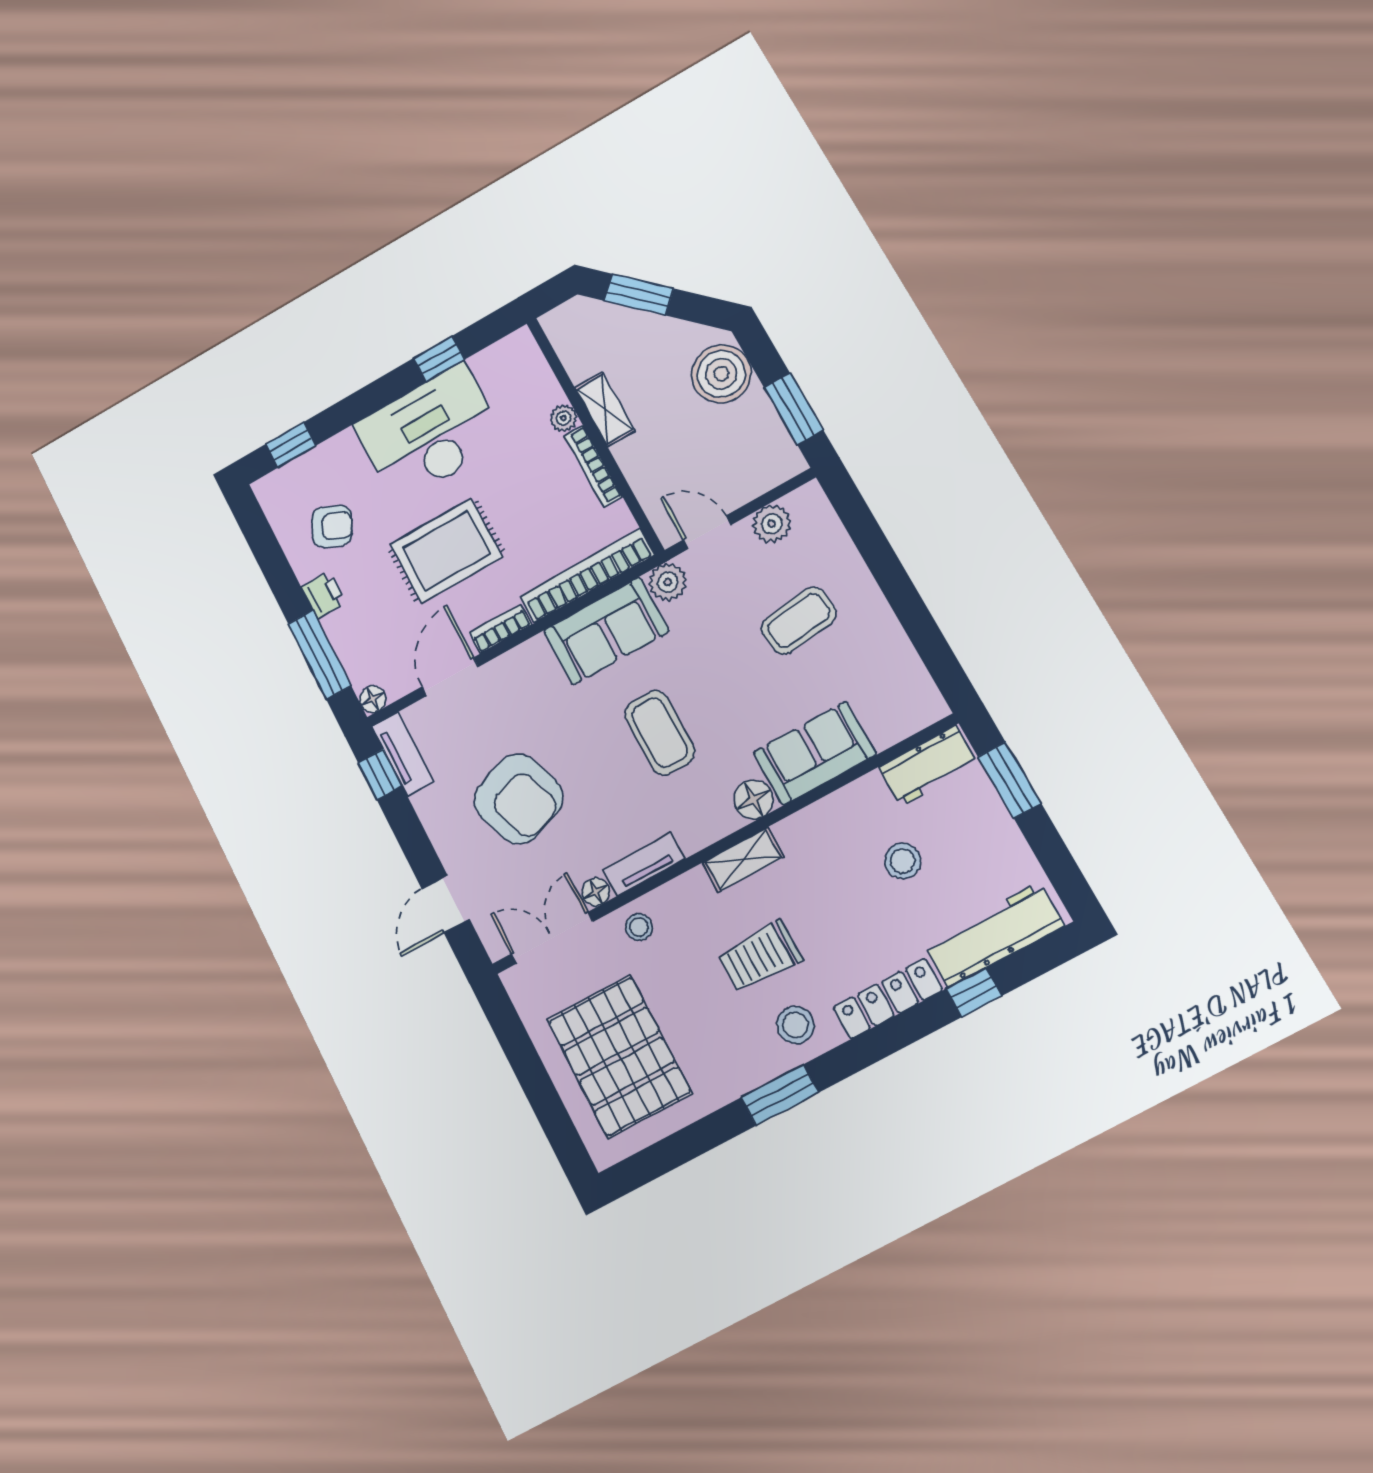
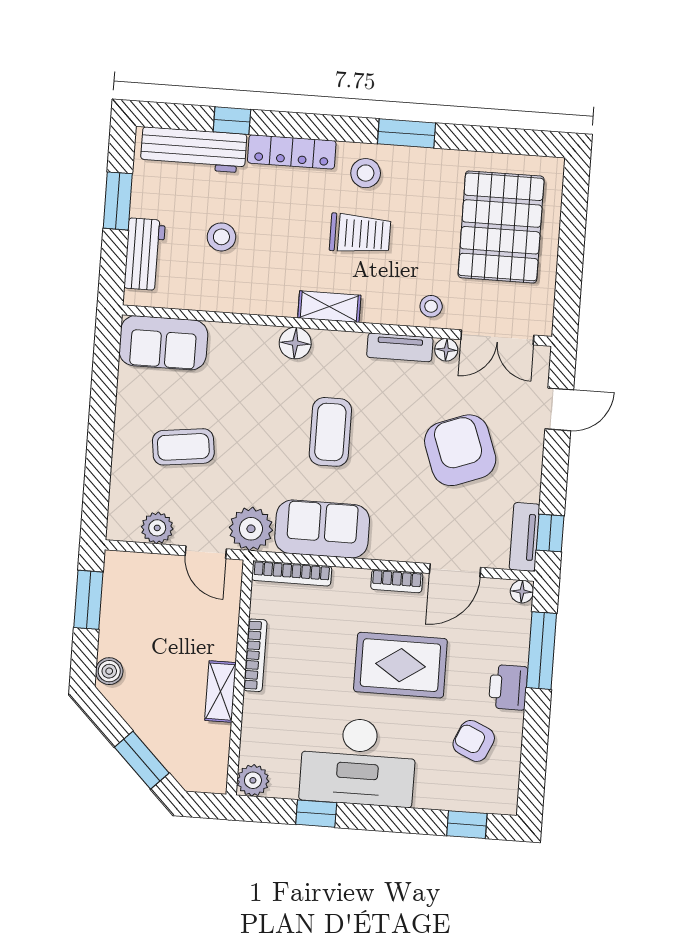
boiler: (721, 374) -> (109, 671), width x0.54, depth x0.54
plant: (563, 418) -> (253, 780), moved, width x1.38, depth x1.38
bookcase: (587, 576) -> (292, 573), width x0.68, depth x0.76
plant: (668, 582) -> (251, 529), width x1.36, depth x1.36
printer: (324, 595) -> (508, 687), width x1.36, depth x1.24
sofa: (815, 753) -> (163, 343), moved
workbench: (928, 766) -> (145, 254), moved, turned 90
window: (1010, 780) -> (118, 201), moved

